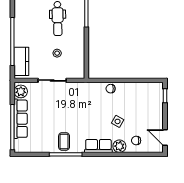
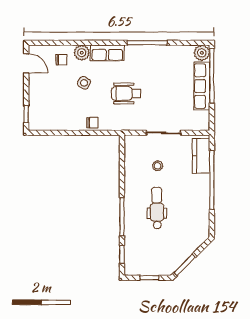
plant: (21, 91) -> (202, 53), moved
wheelchair: (83, 113) -> (126, 93), added
coffee table: (64, 141) -> (149, 58), removed

